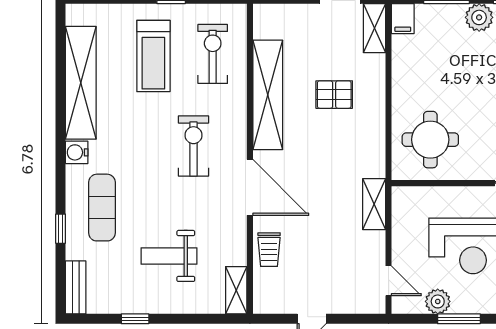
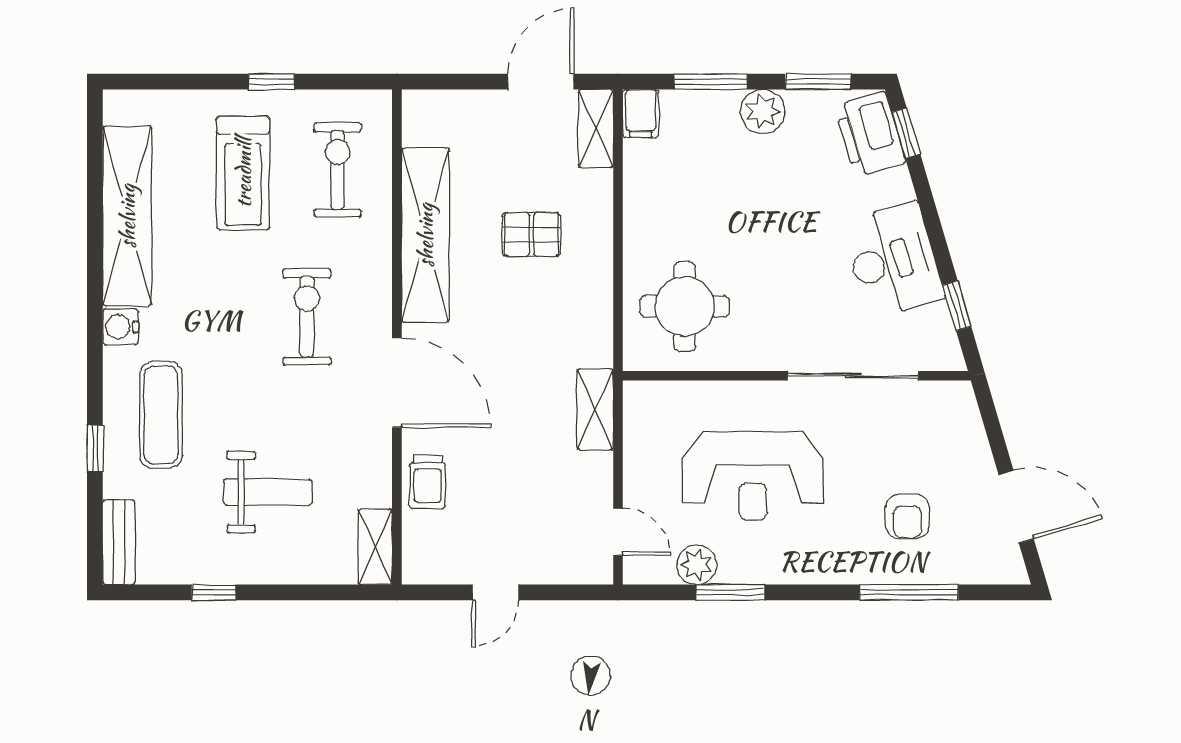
weight bench: (169, 256) -> (268, 492), turned 180

